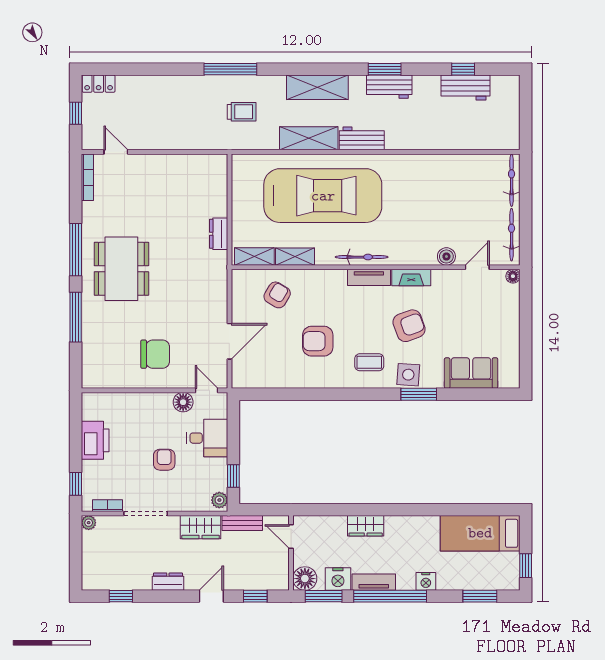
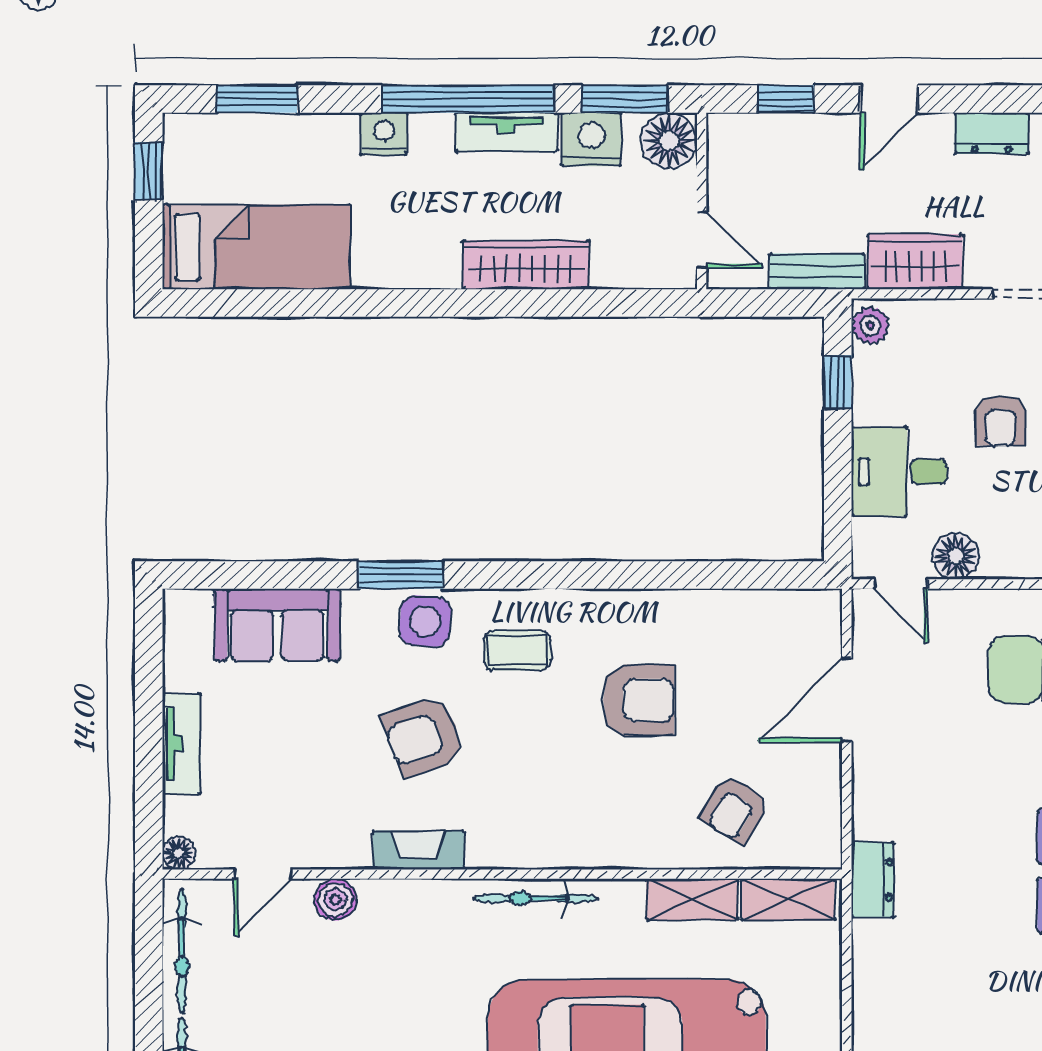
dresser: (219, 234) -> (872, 880), moved
tv unit: (369, 277) -> (181, 743), moved, turned 90
wardrobe: (366, 526) -> (526, 265), width x1.50

